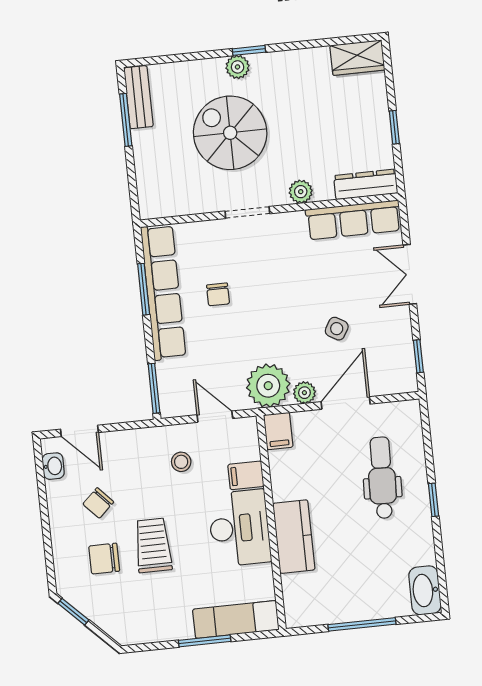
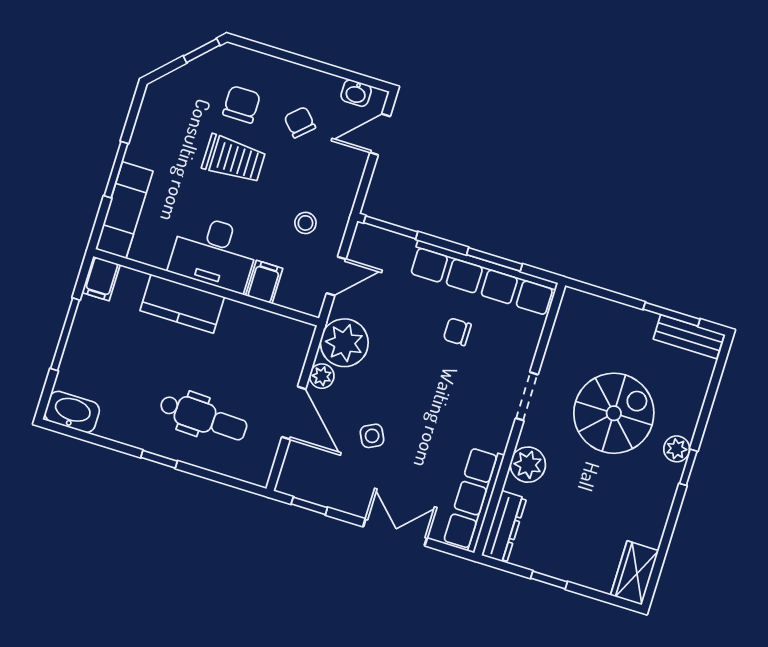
plant: (301, 192) -> (528, 465), width x1.38, depth x1.38
side table: (337, 329) -> (372, 436), turned 33
filing cabinet: (278, 431) -> (101, 278), moved, turned -90

